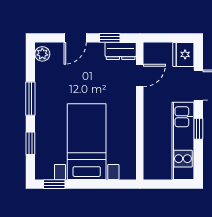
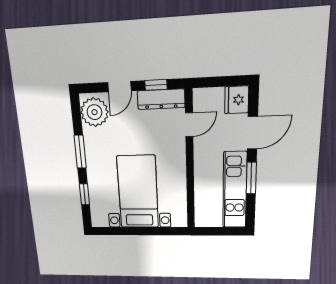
dresser: (121, 51) -> (161, 99), width x1.44
plant: (42, 54) -> (94, 112), width x1.87, depth x1.87
window: (198, 129) -> (251, 178), width x1.50
window: (54, 184) -> (110, 231), removed

